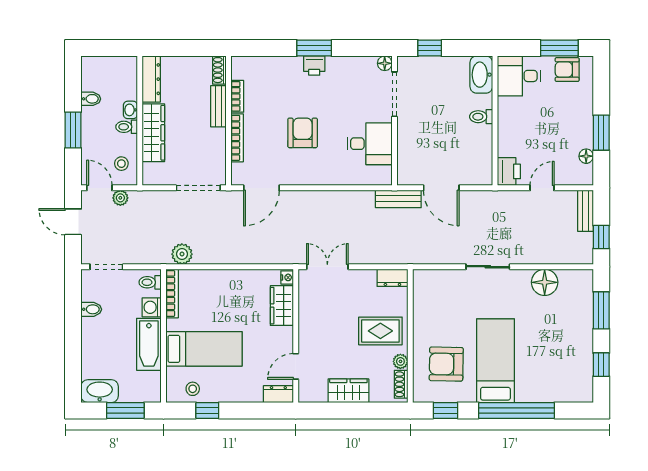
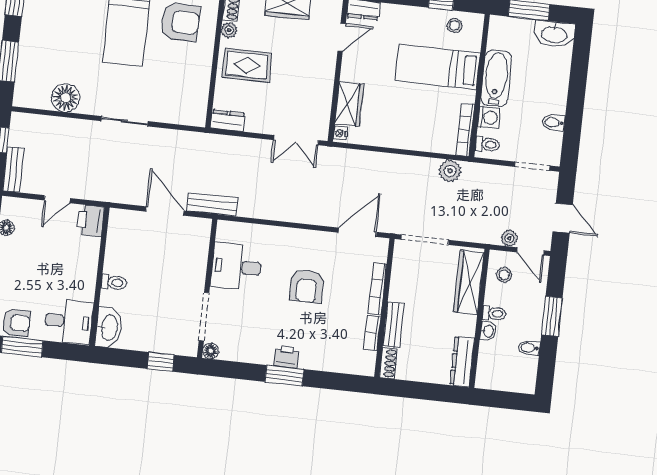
wardrobe: (153, 133) -> (469, 282), moved

